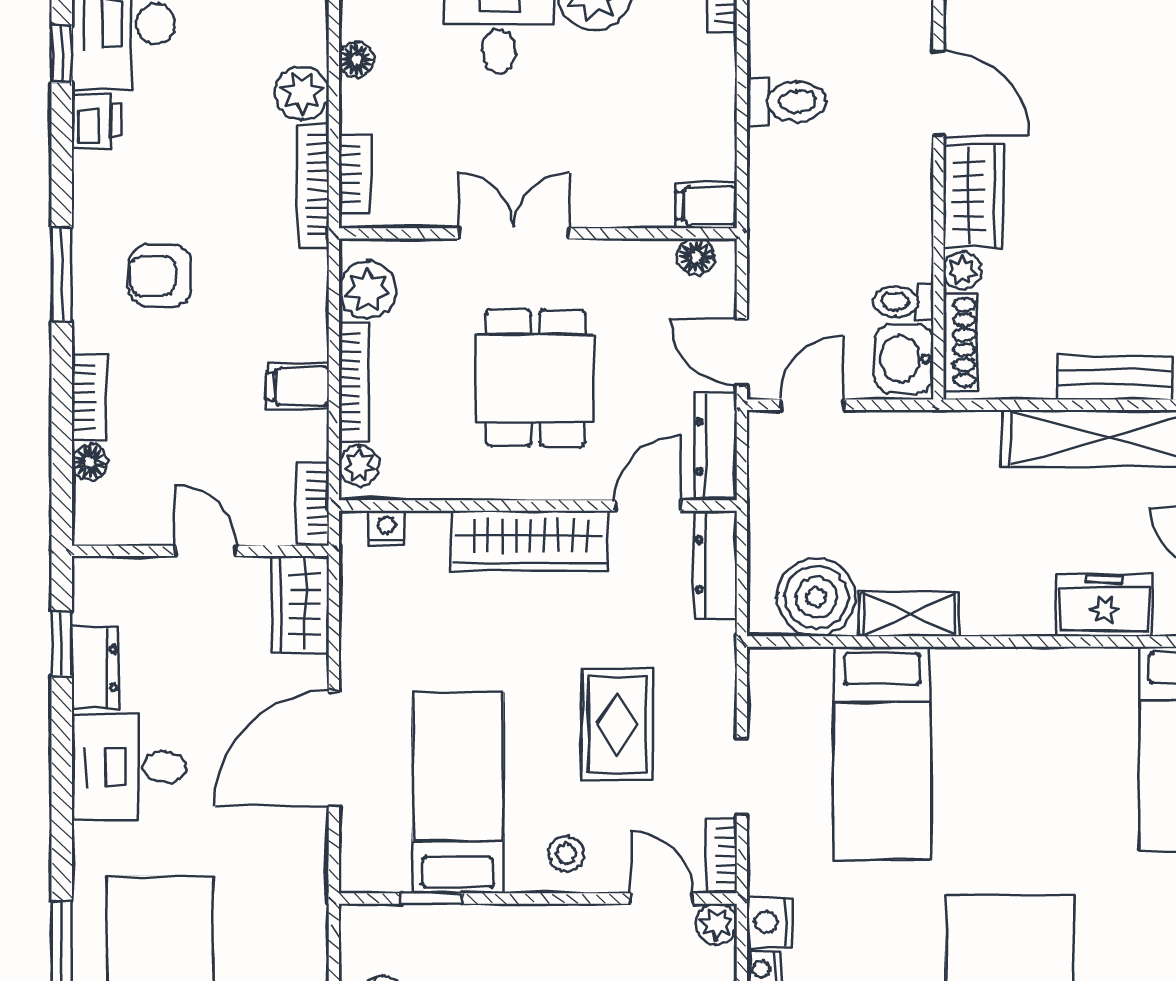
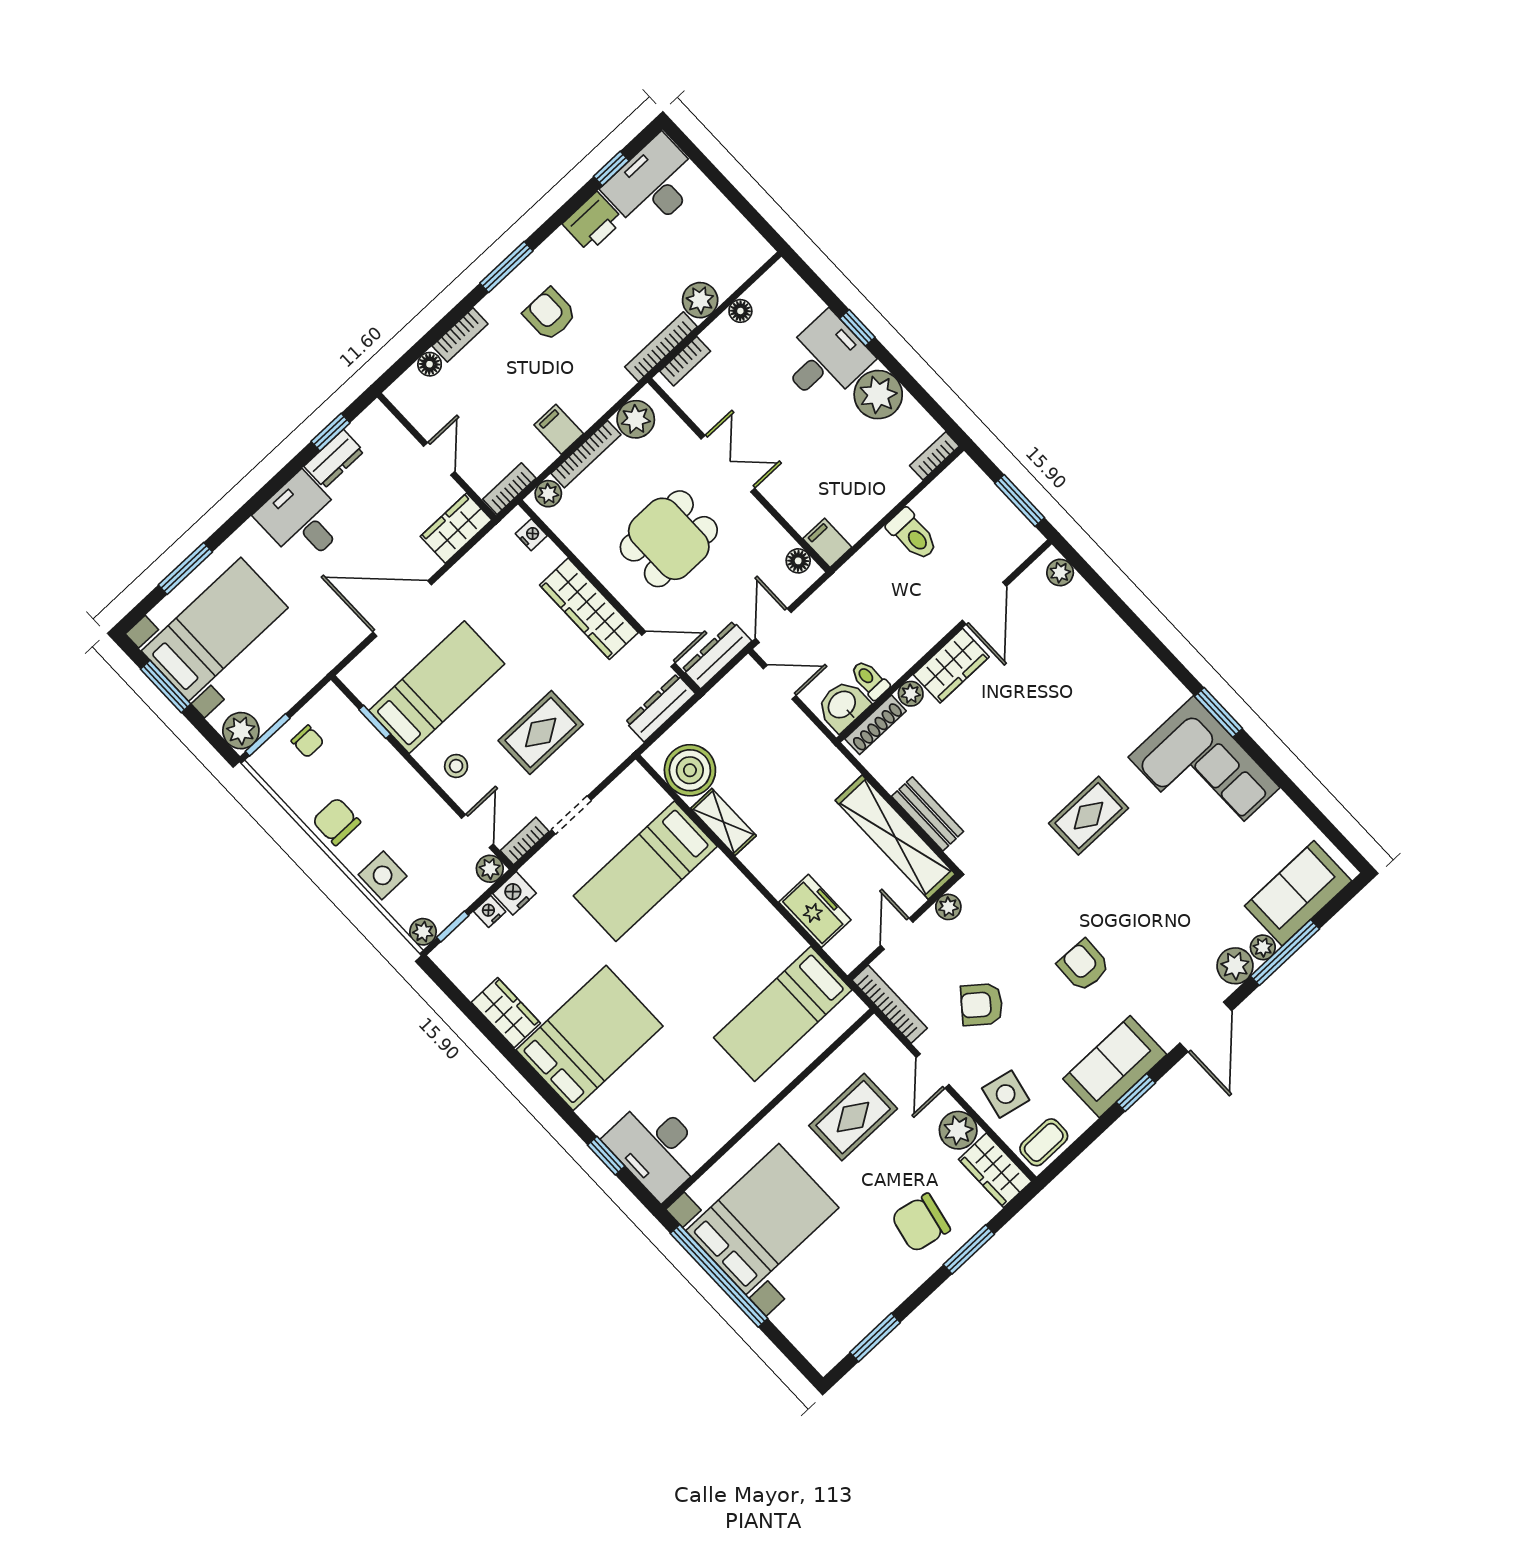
printer: (96, 121) -> (593, 222), width x1.36, depth x1.24

